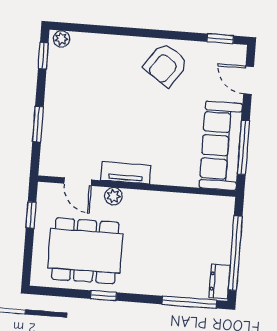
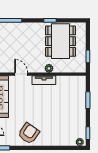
door: (78, 182) -> (21, 74), moved
dining table: (85, 251) -> (61, 41), turned 90

